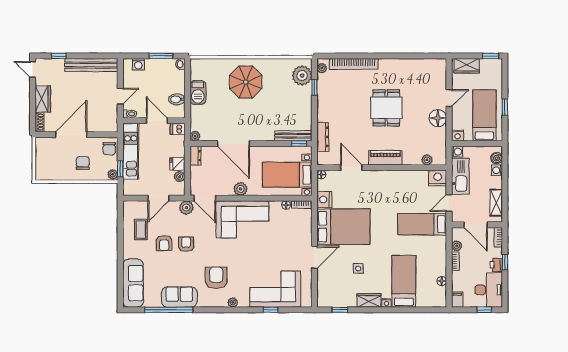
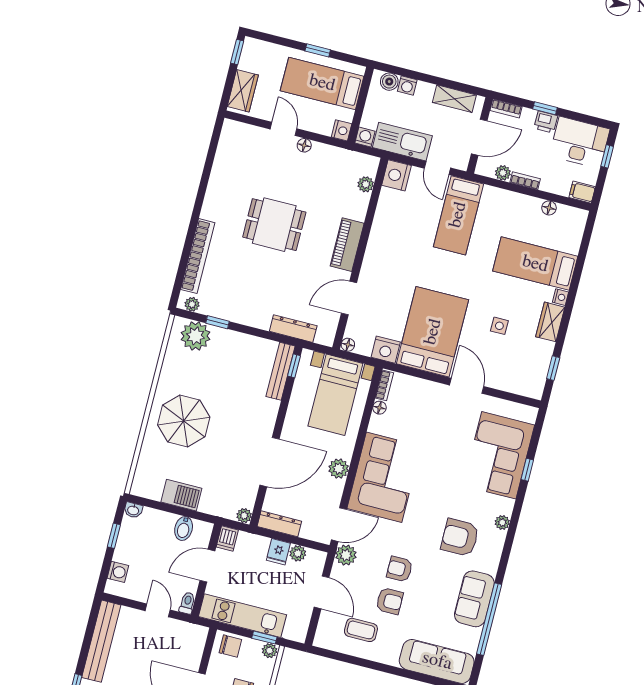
window: (161, 56) -> (114, 536), width x0.67
floor lamp: (438, 118) -> (304, 145), width x0.53, depth x0.53
dresser: (195, 156) -> (279, 524), width x1.44

